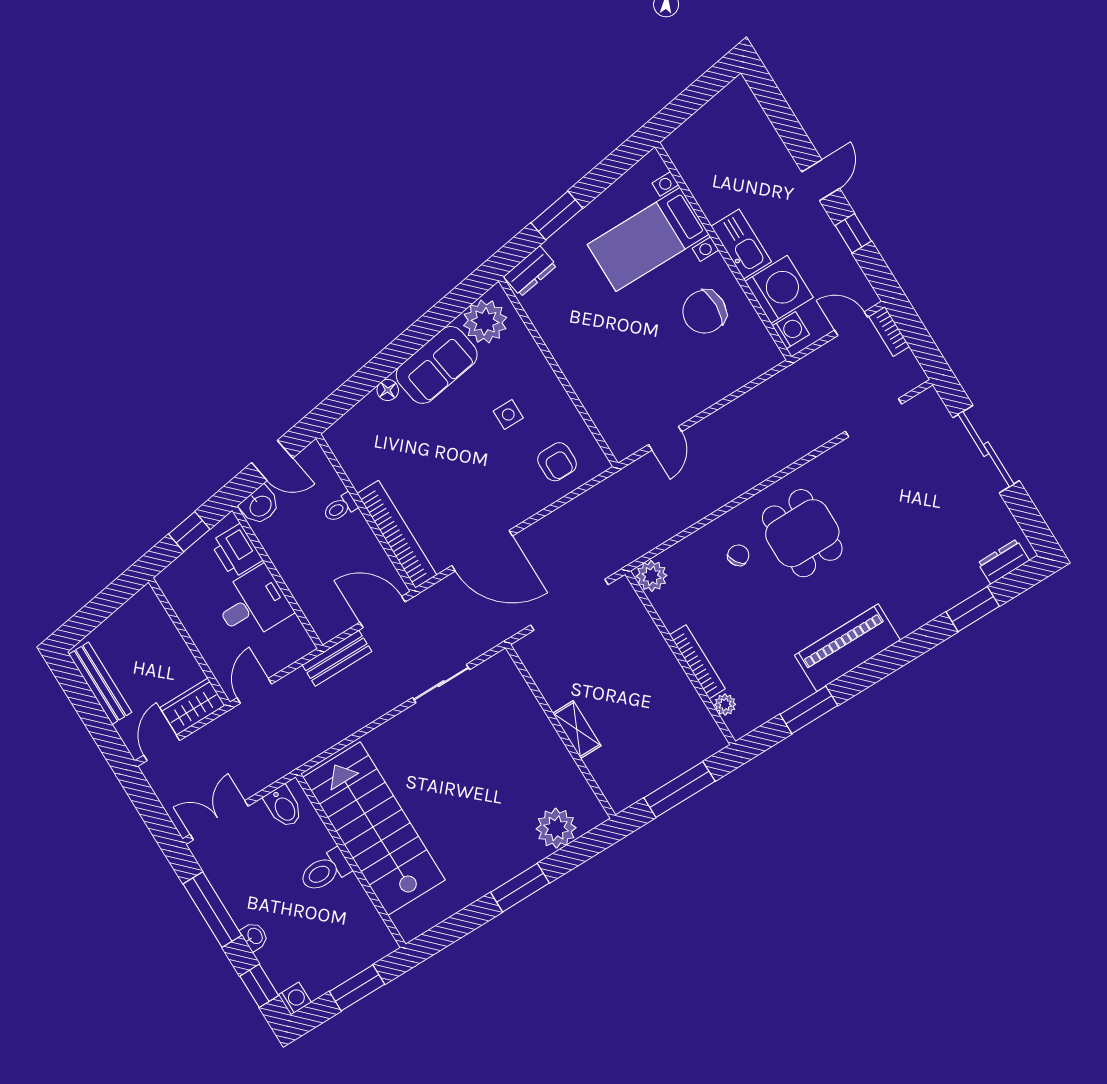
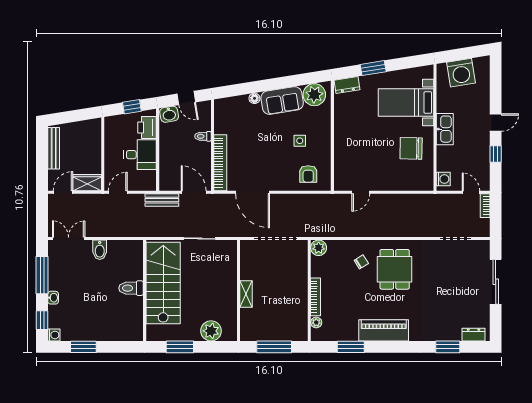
washing machine: (779, 289) -> (461, 73), moved, turned 81
stairs: (374, 829) -> (163, 283), moved
wall: (351, 861) -> (145, 291), moved
toilet: (325, 871) -> (131, 288), moved

